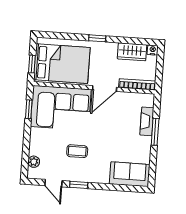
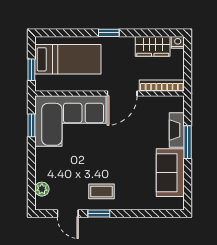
bed: (62, 64) -> (68, 59), width x0.67
coffee table: (77, 151) -> (102, 191), moved
sofa: (130, 174) -> (170, 173), moved, turned -90

